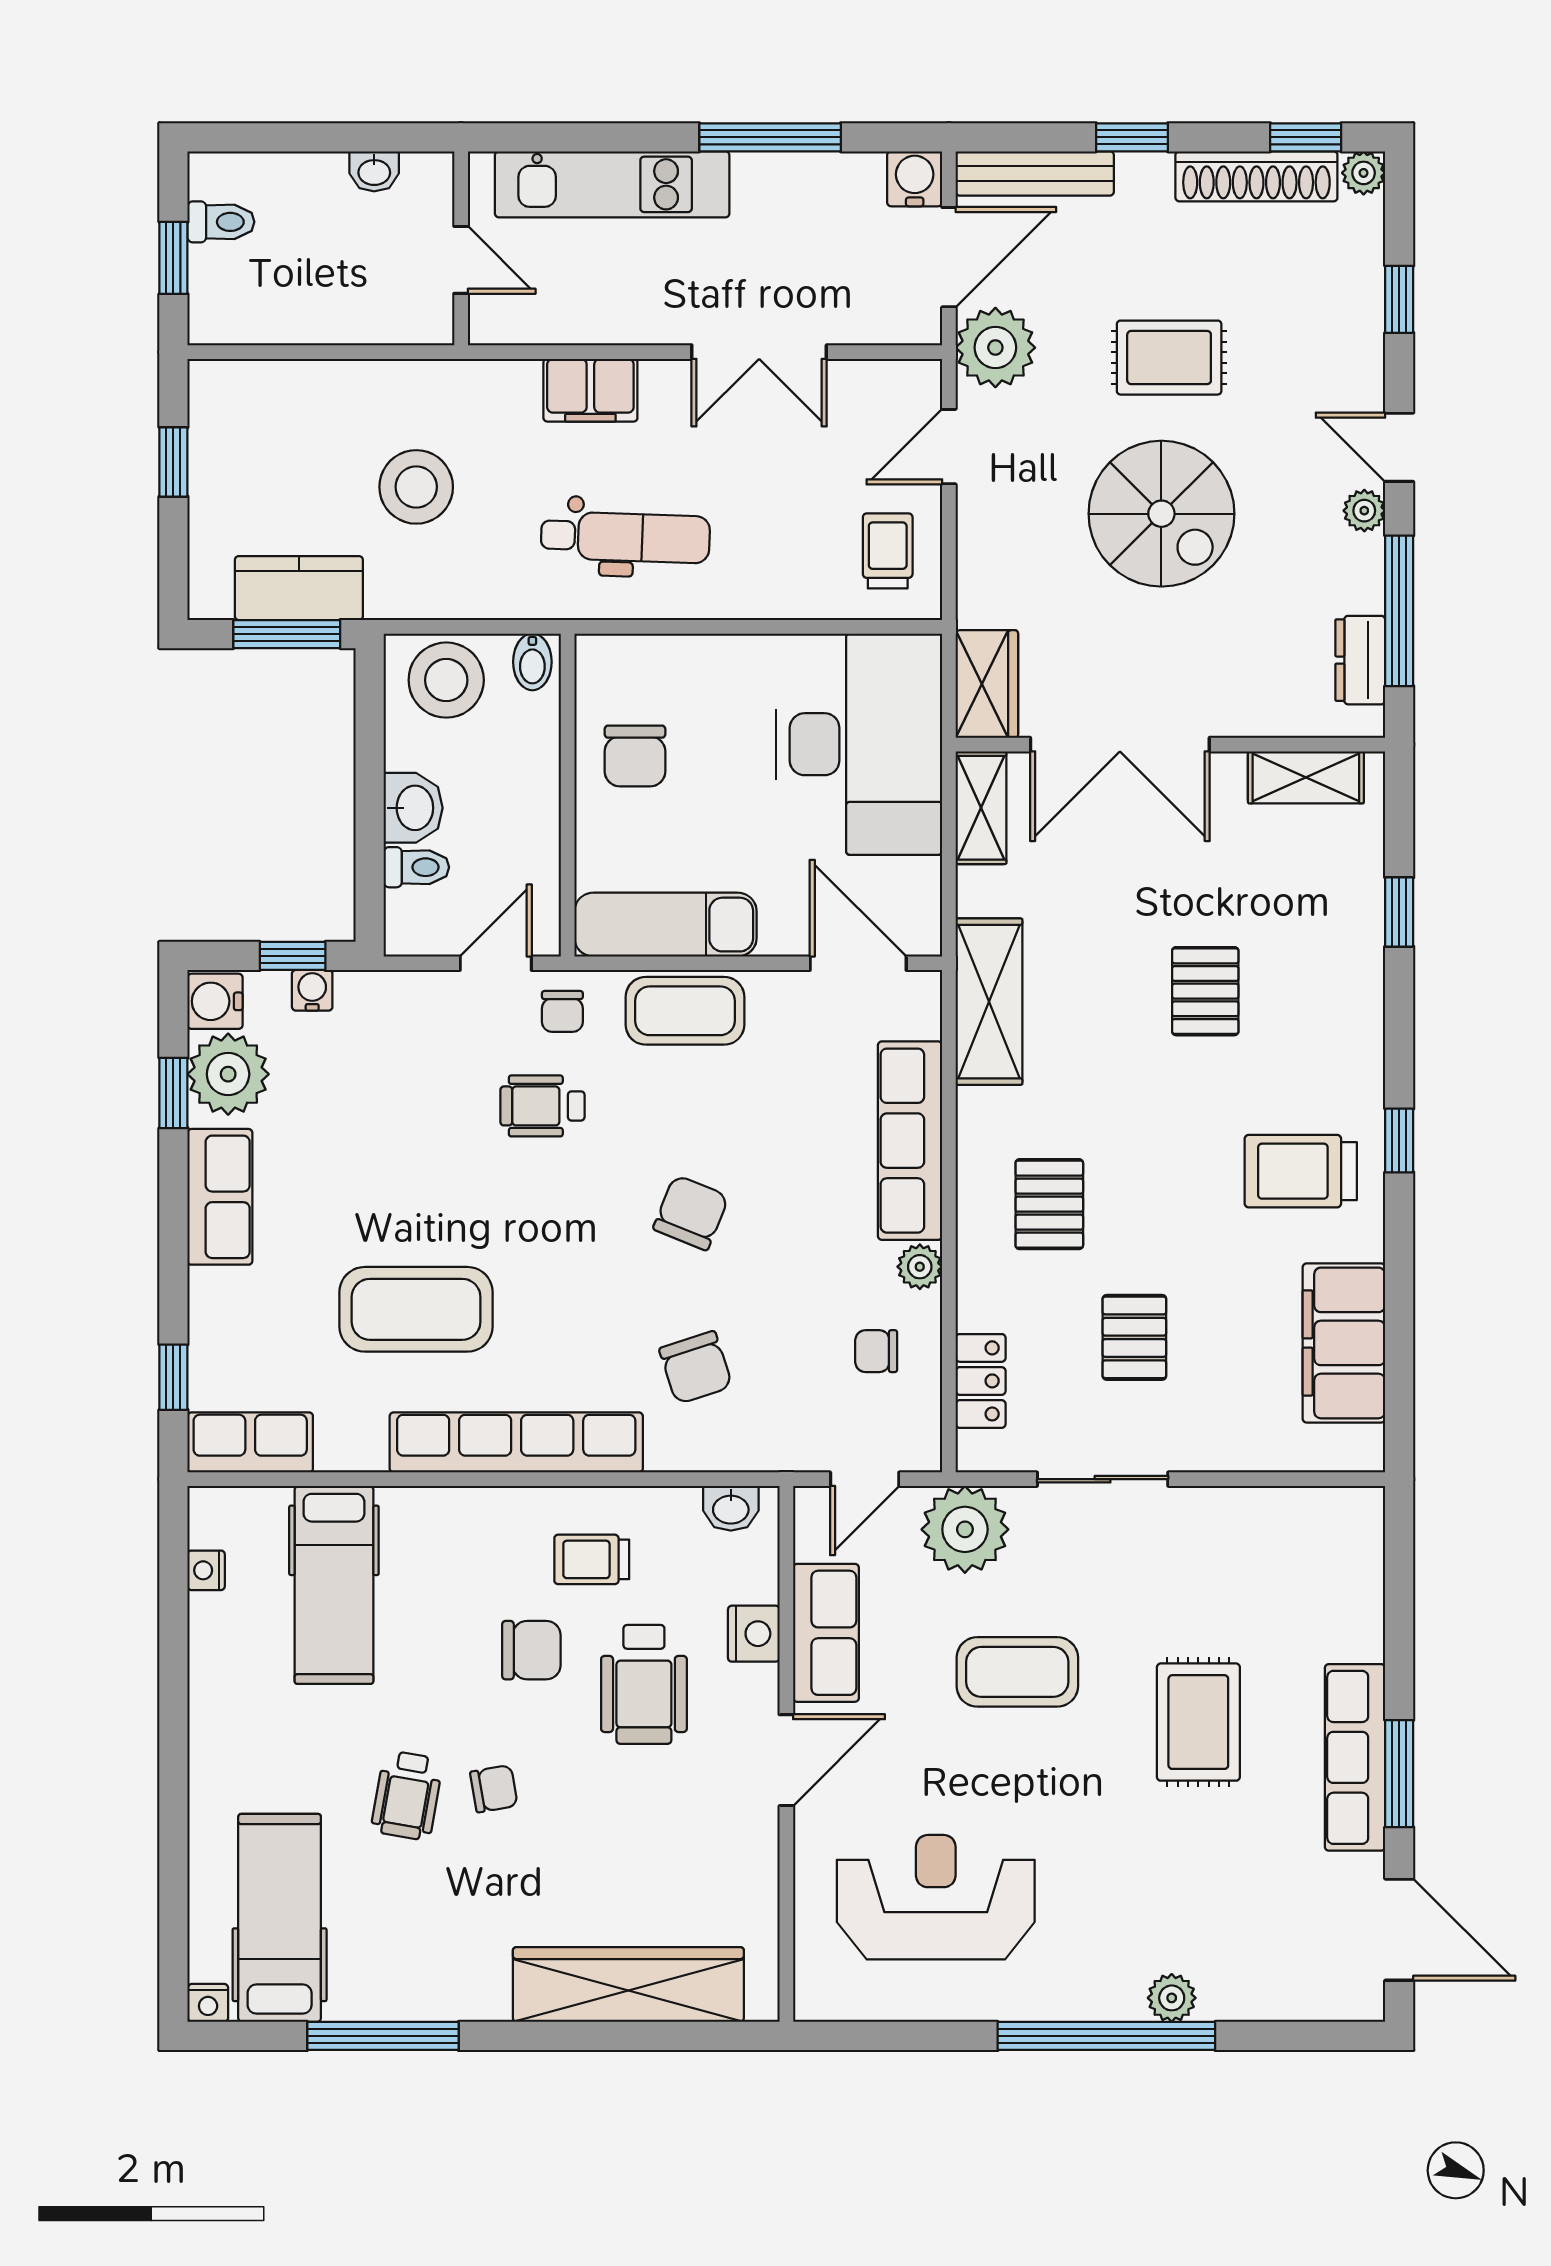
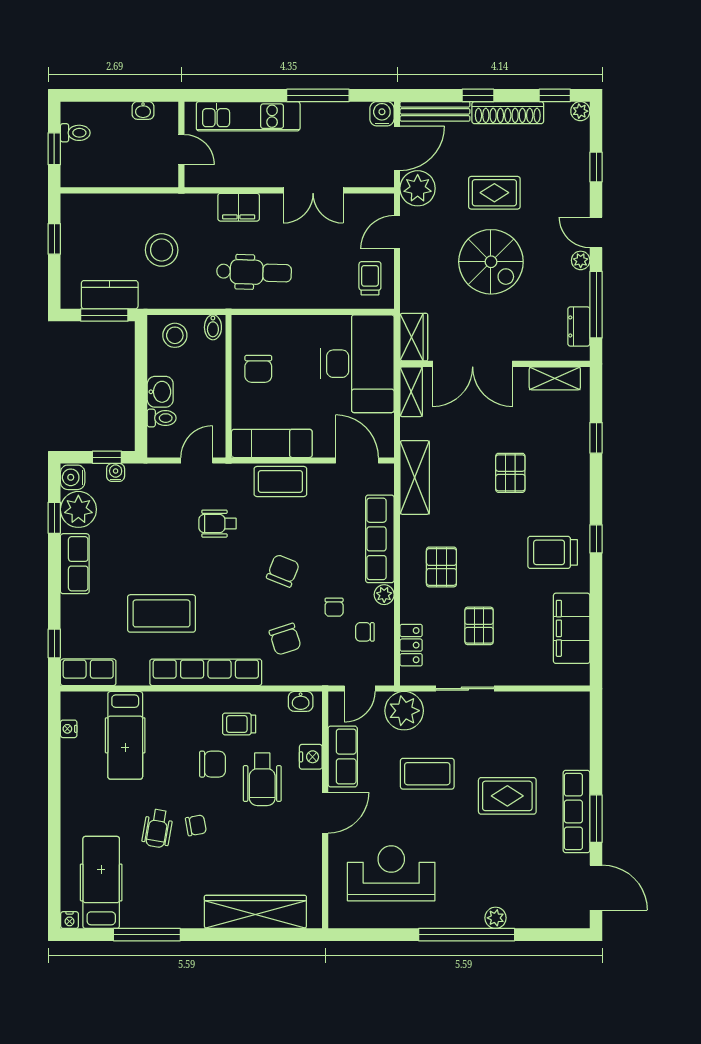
shoe rack: (1256, 176) -> (508, 113), moved
stool: (446, 680) -> (175, 335), width x0.73, depth x0.73
chair: (562, 1011) -> (334, 607), moved
rug: (1198, 1722) -> (507, 796), turned 90

